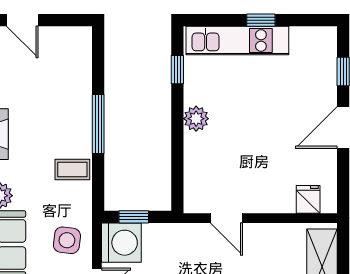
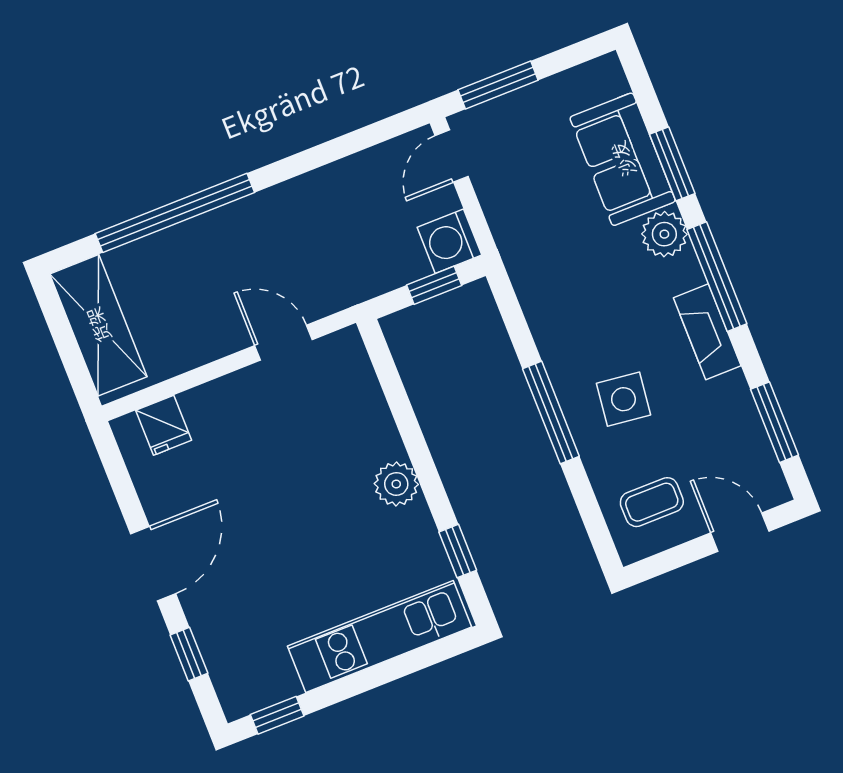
window: (261, 20) -> (277, 715), moved
coffee table: (72, 169) -> (652, 502), moved
side table: (67, 240) -> (623, 399), moved
washing machine: (121, 243) -> (449, 241), width x0.73, depth x0.73

